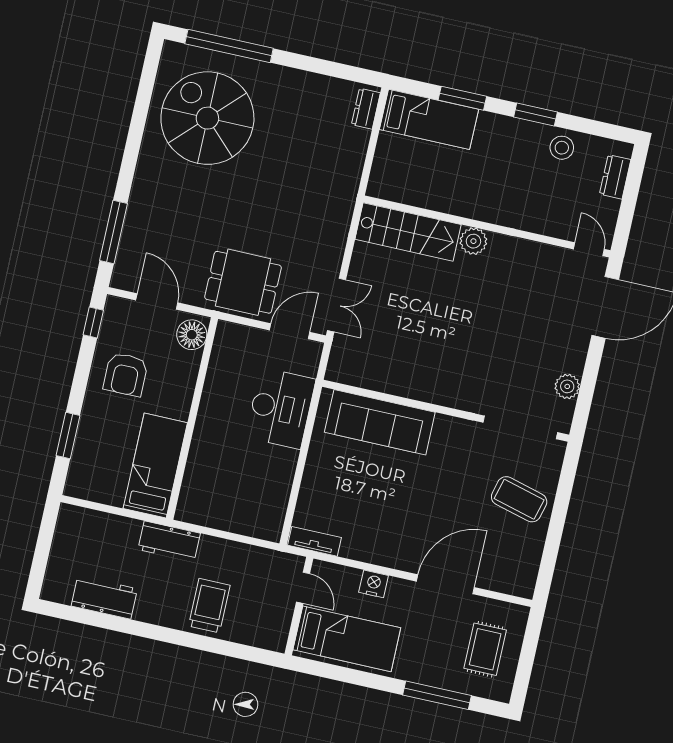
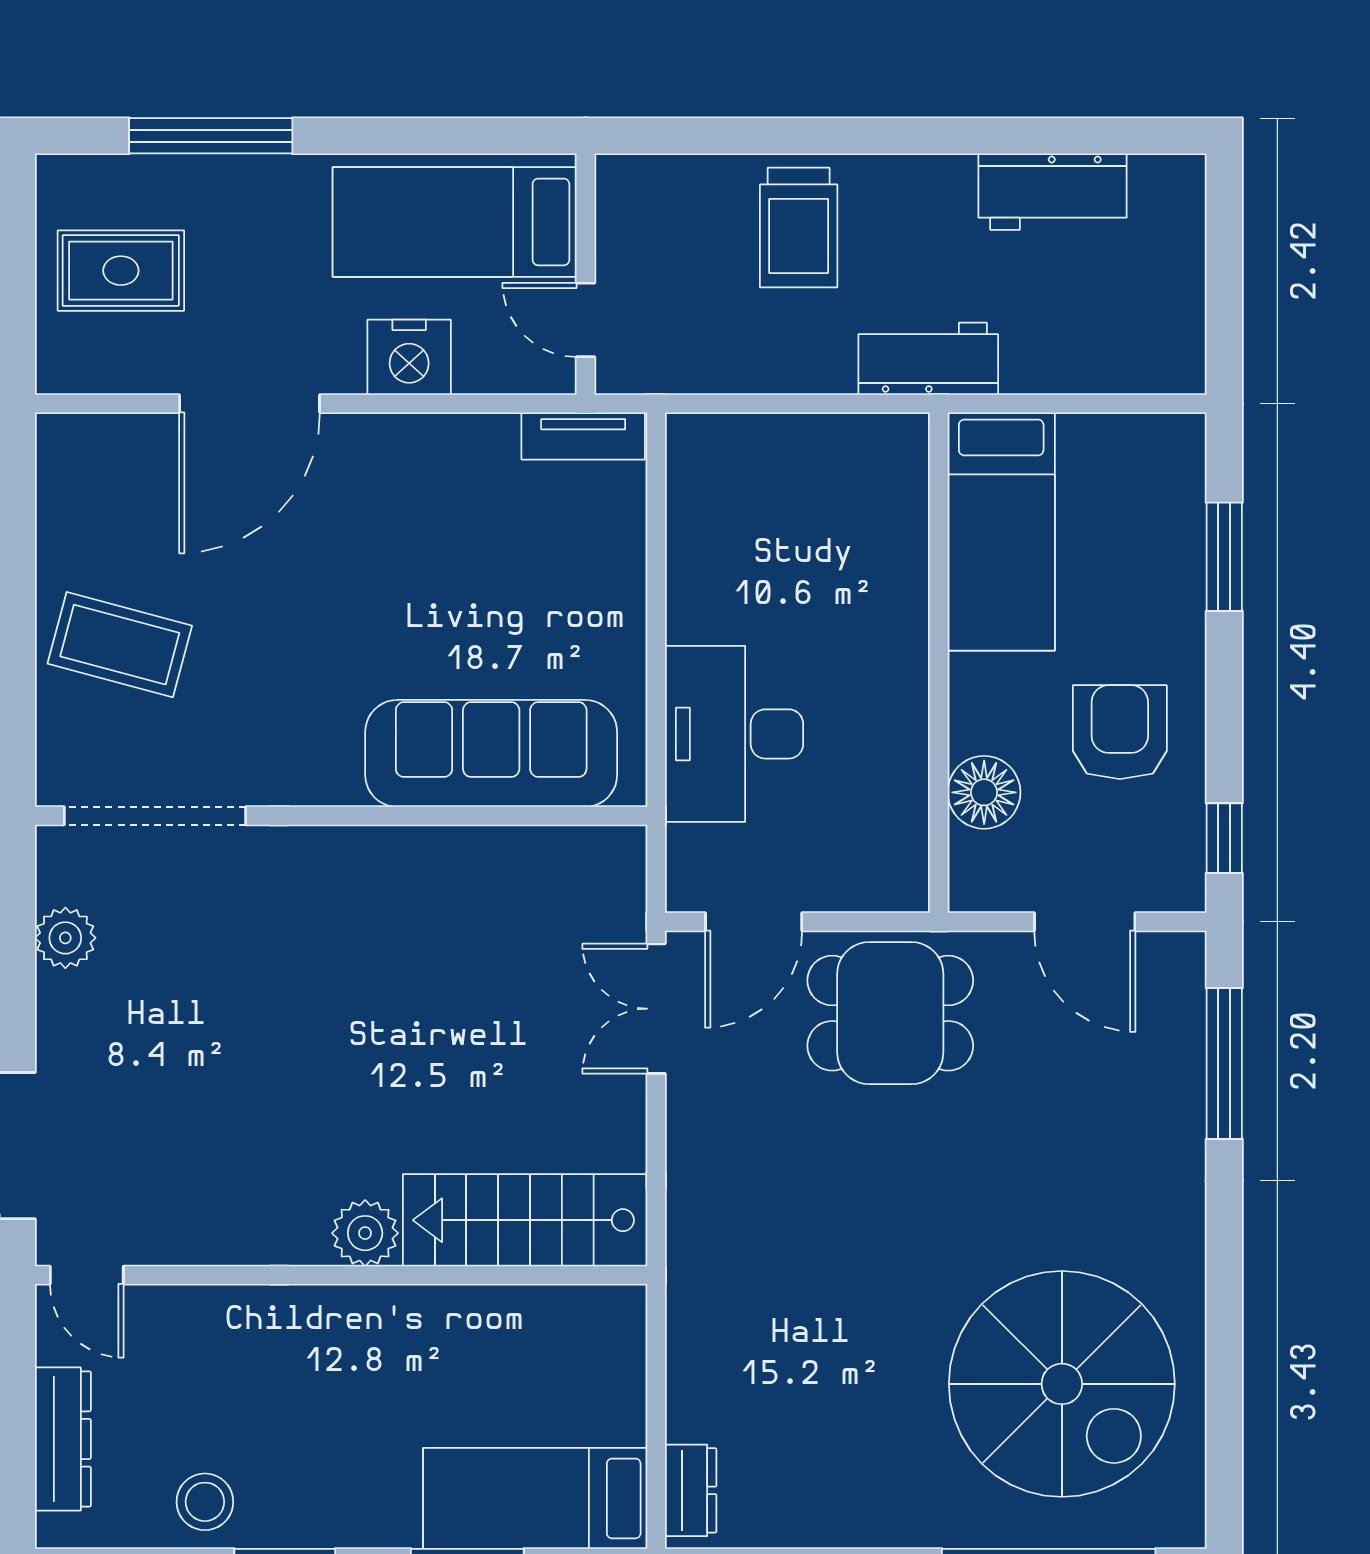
dresser: (615, 177) -> (63, 1439), width x1.44
floor lamp: (192, 335) -> (984, 792), moved
nightstand: (374, 584) -> (409, 357), width x1.36, depth x1.33
rug: (485, 649) -> (121, 271), turned 90

